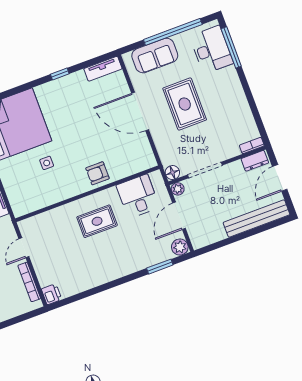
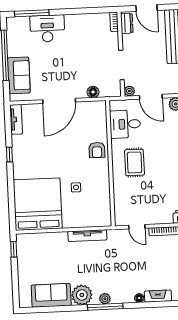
desk: (211, 50) -> (47, 28), moved
rug: (185, 104) -> (64, 64), removed
floor lamp: (172, 173) -> (93, 92), moved

